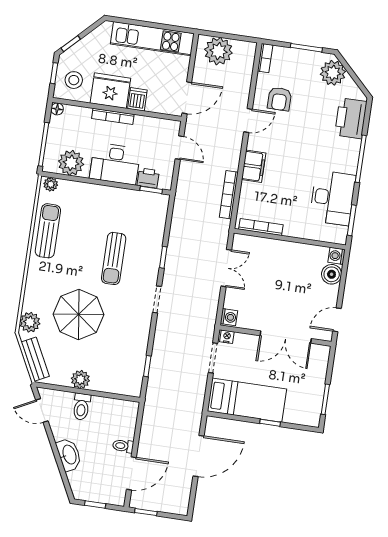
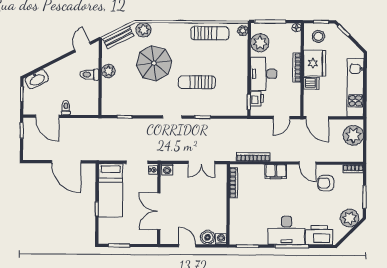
desk: (332, 198) -> (286, 230), moved
door: (337, 320) -> (187, 246), moved
washbasin: (69, 455) -> (37, 79), moved

